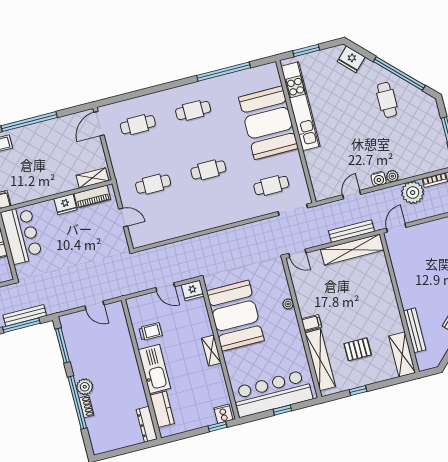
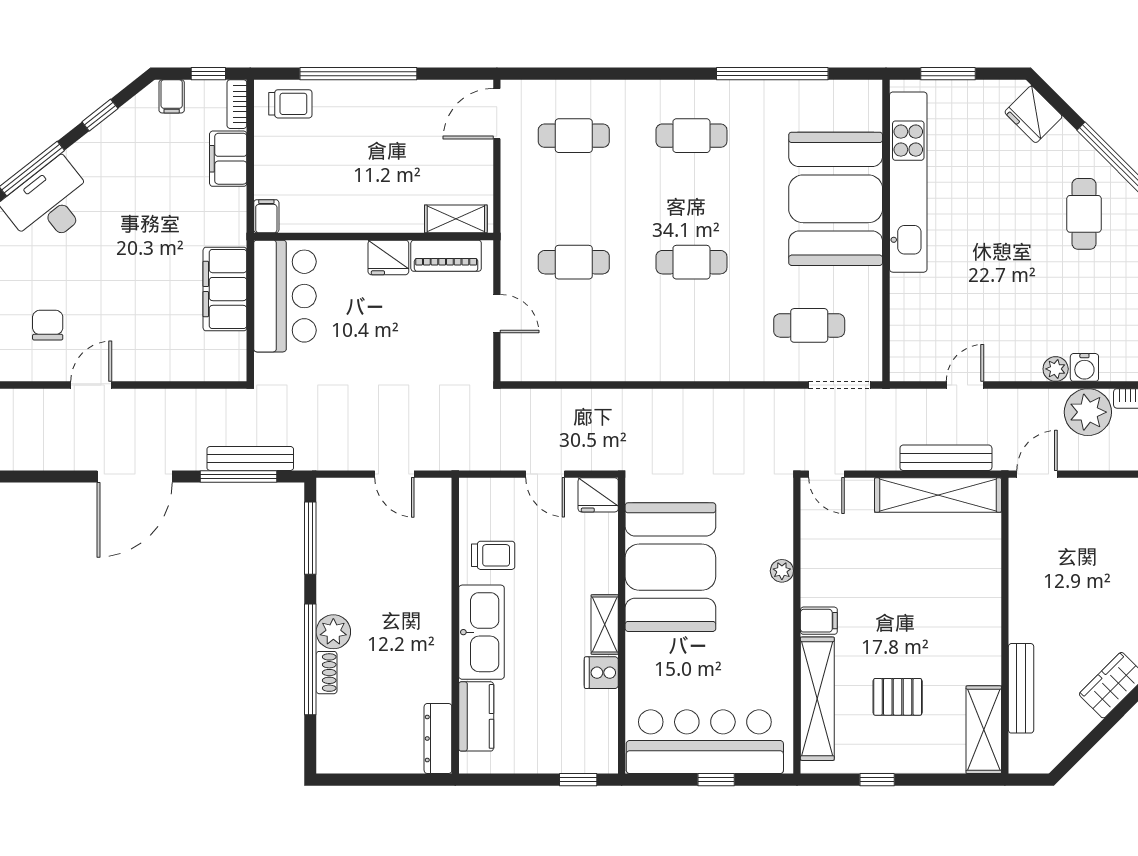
water cooler: (379, 179) -> (1084, 367), moved
cooker: (223, 414) -> (601, 673), moved, turned -90

